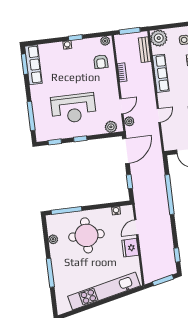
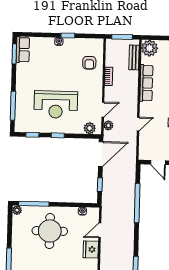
plant: (105, 41) -> (97, 43), removed
row of seats: (33, 65) -> (23, 50), width x0.68
plant: (53, 239) -> (17, 210), moved

